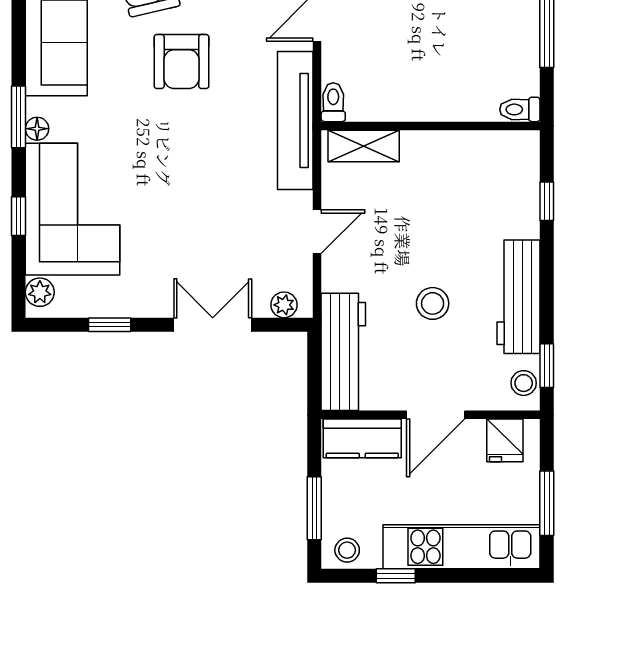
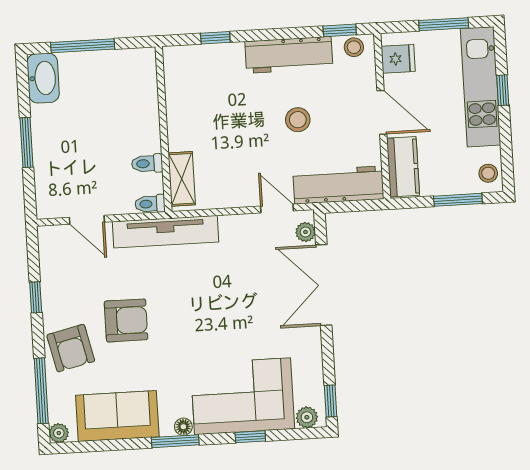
toilet: (520, 109) -> (147, 164), moved, turned 90
door: (317, 232) -> (277, 209), moved
window: (110, 325) -> (331, 401), moved
double door: (213, 325) -> (324, 285), width x1.37
window: (396, 576) -> (503, 90), moved

